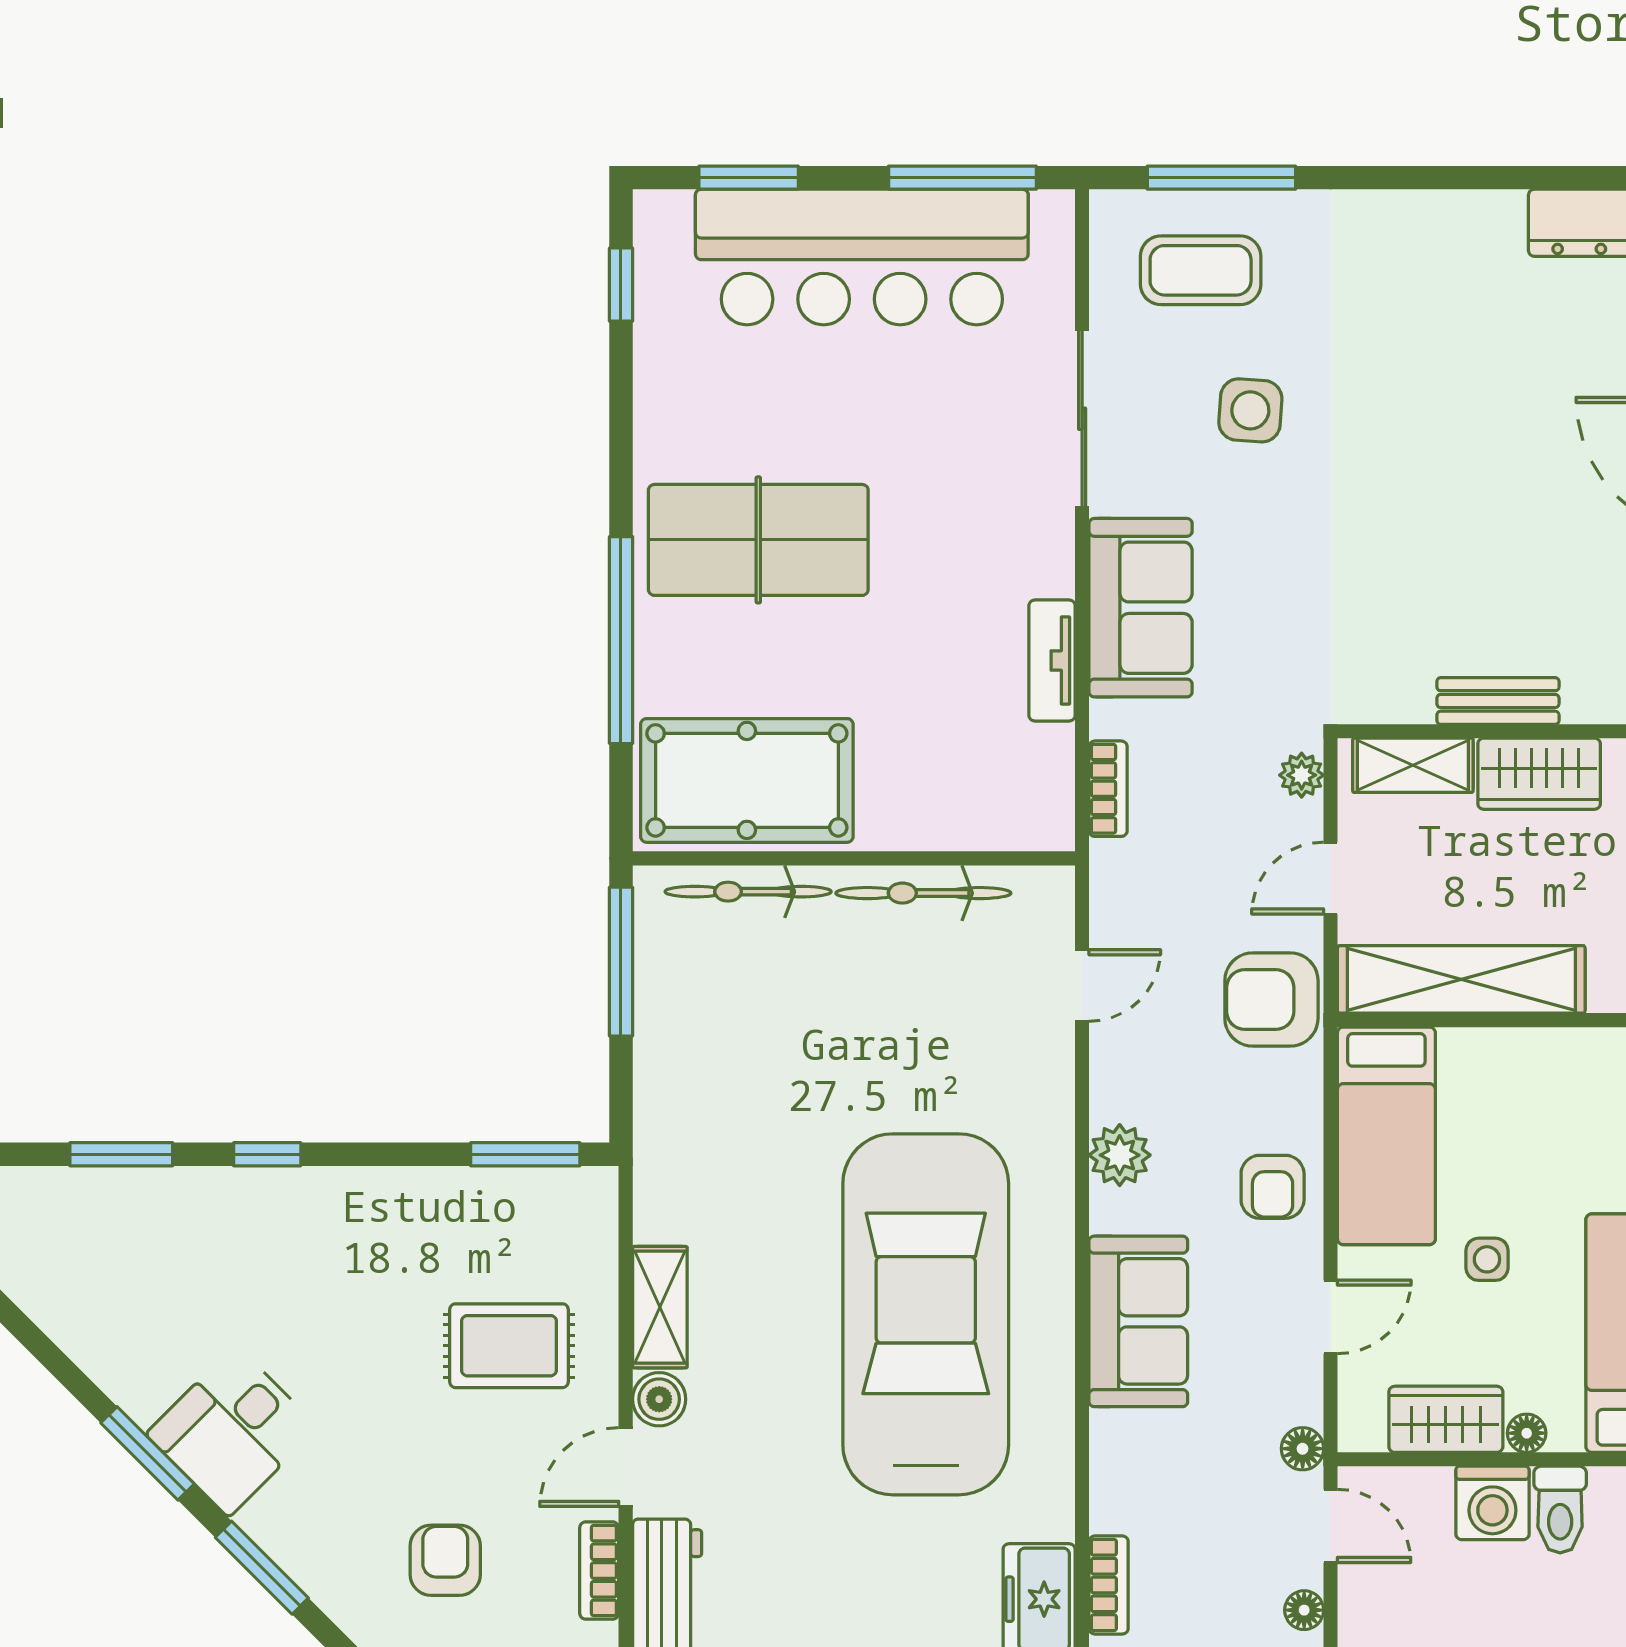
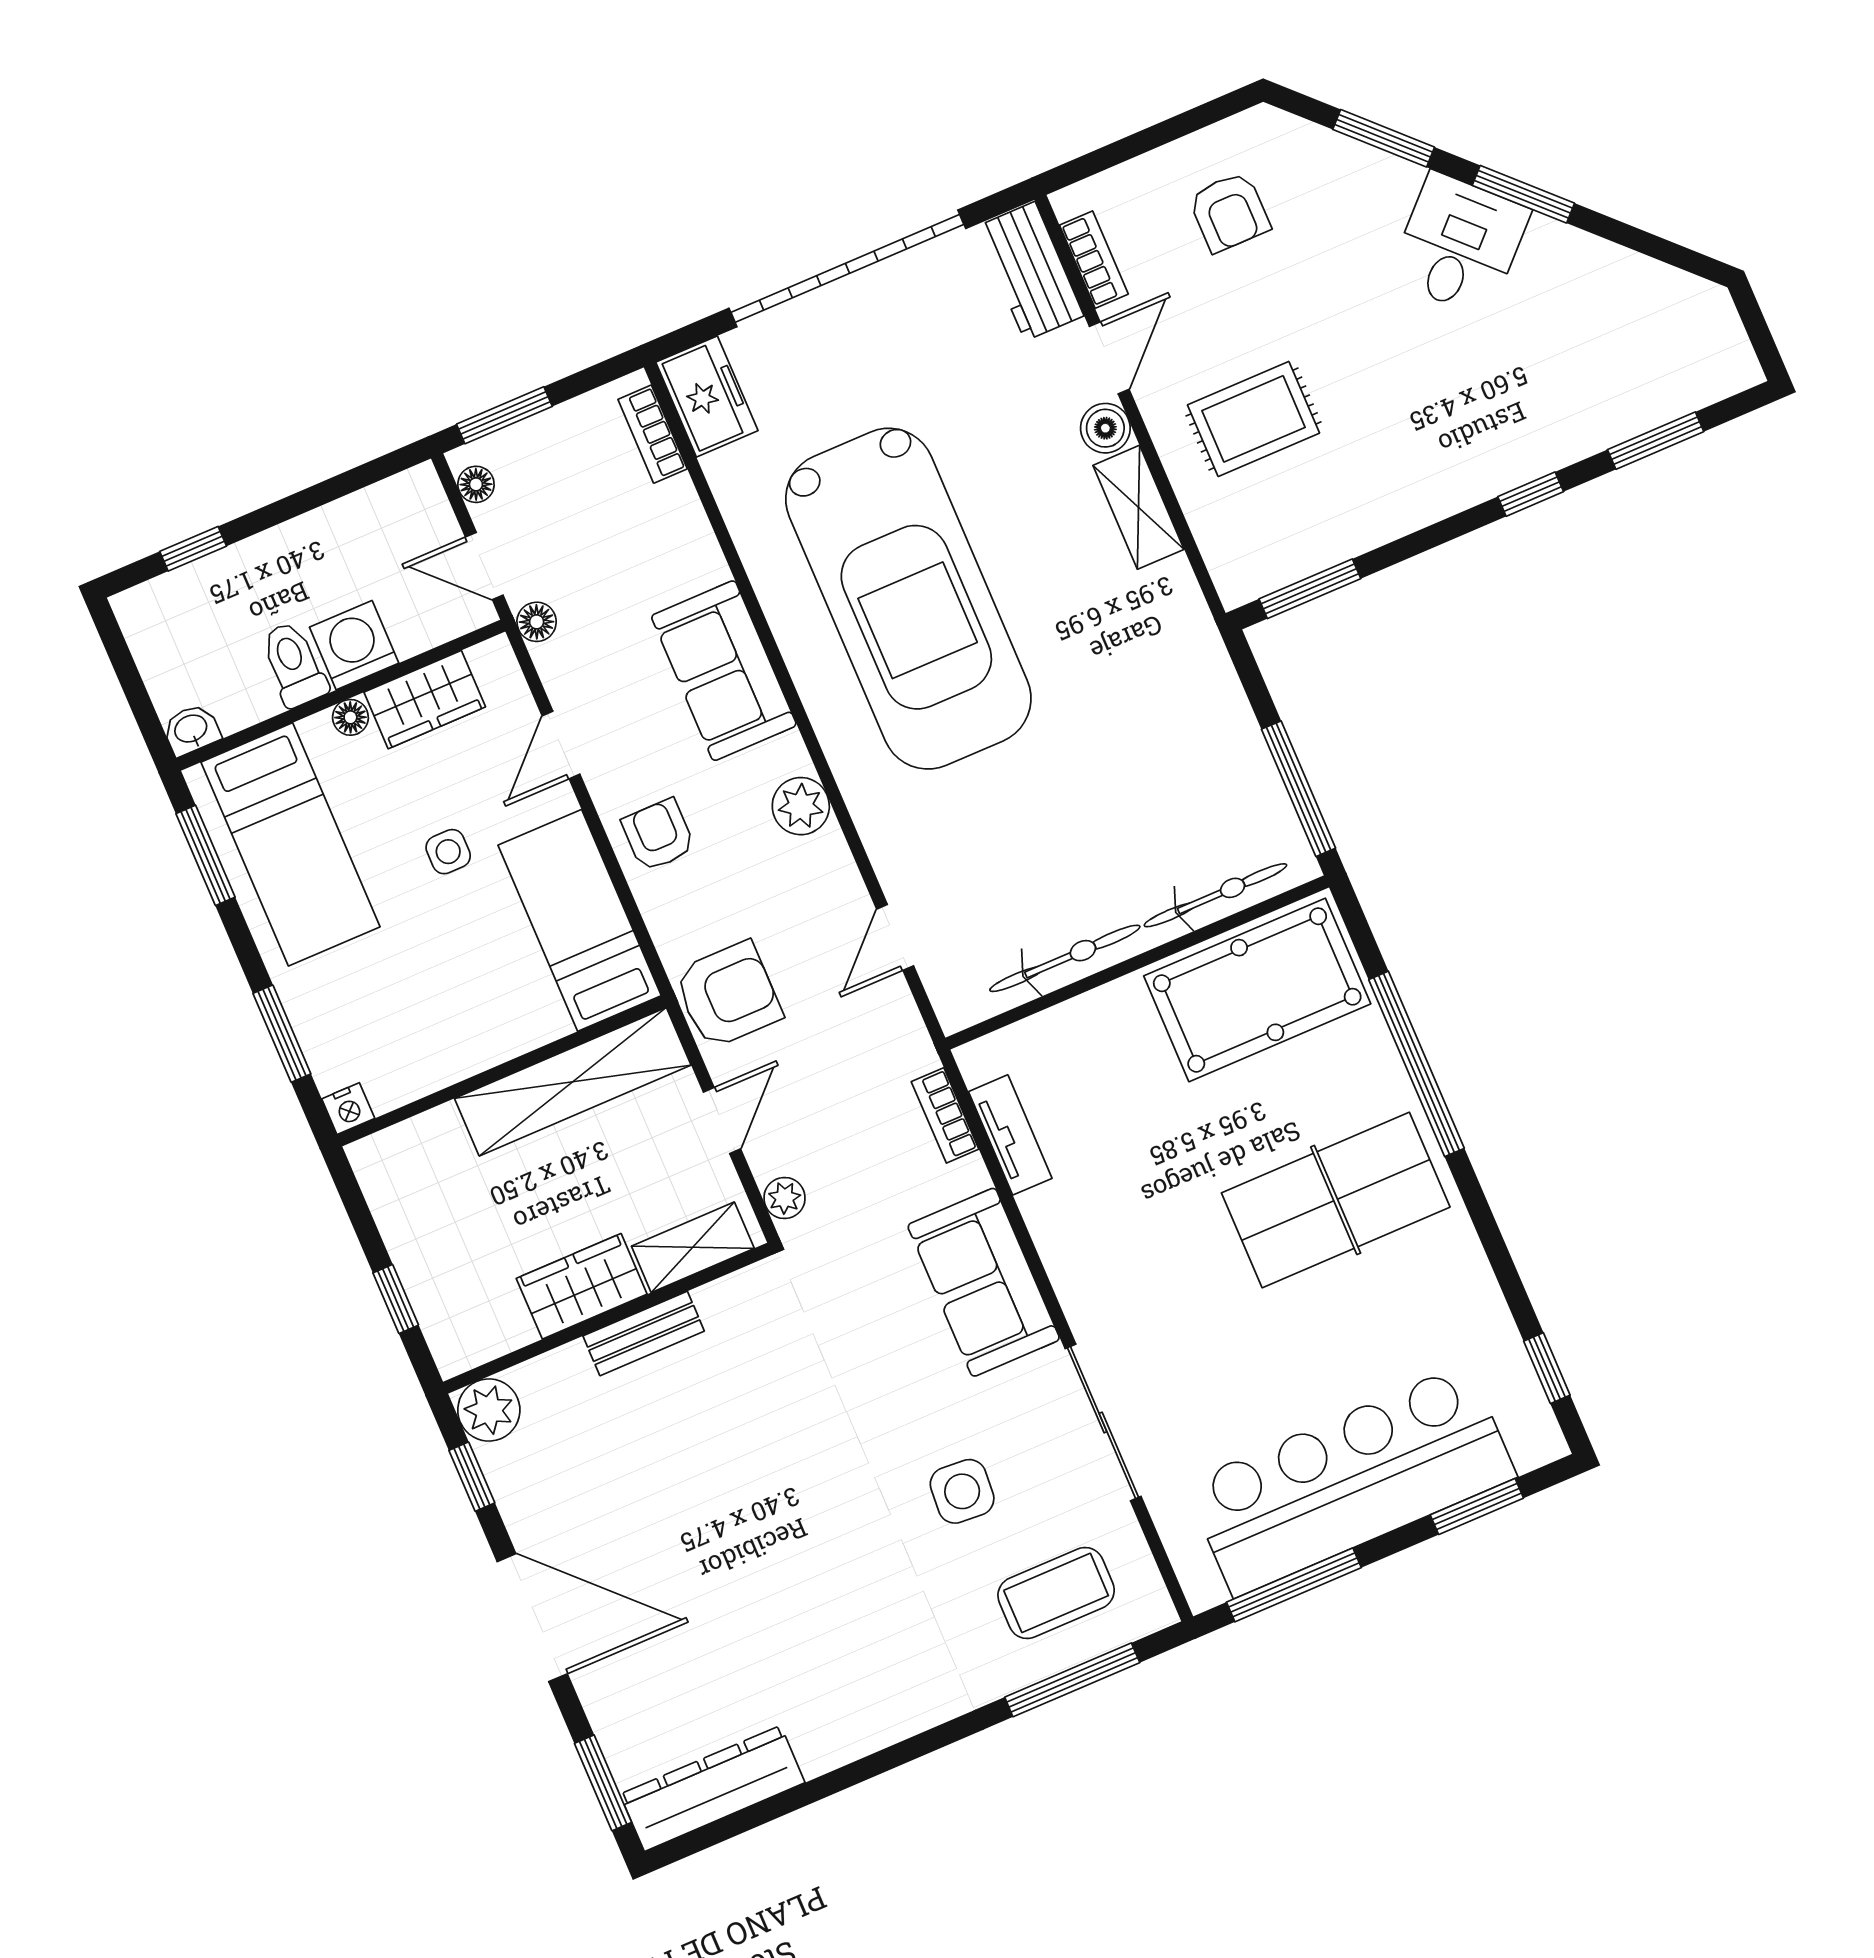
tv unit: (1052, 660) -> (1010, 1135), moved

